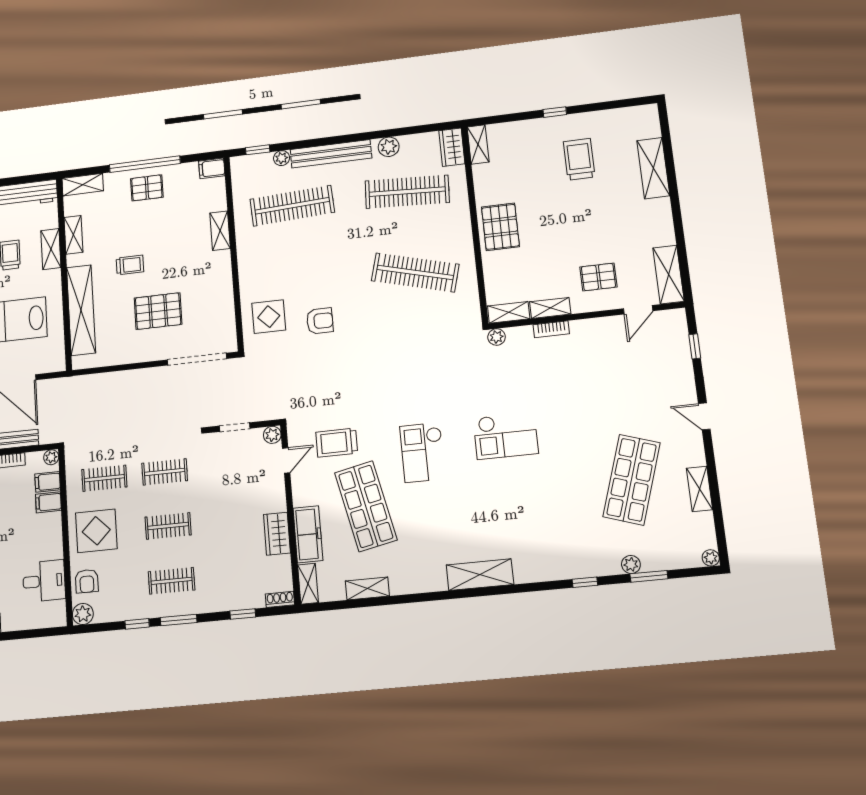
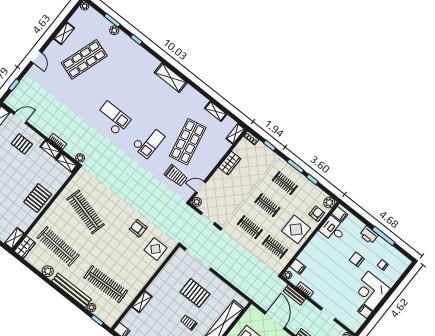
filing cabinet: (48, 502) -> (340, 214), moved
freezer: (308, 534) -> (218, 152), removed

